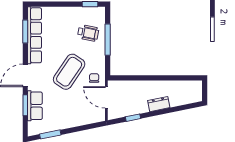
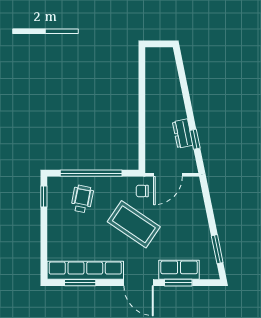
window: (108, 40) -> (91, 173), width x1.46
dresser: (159, 104) -> (183, 134), moved

